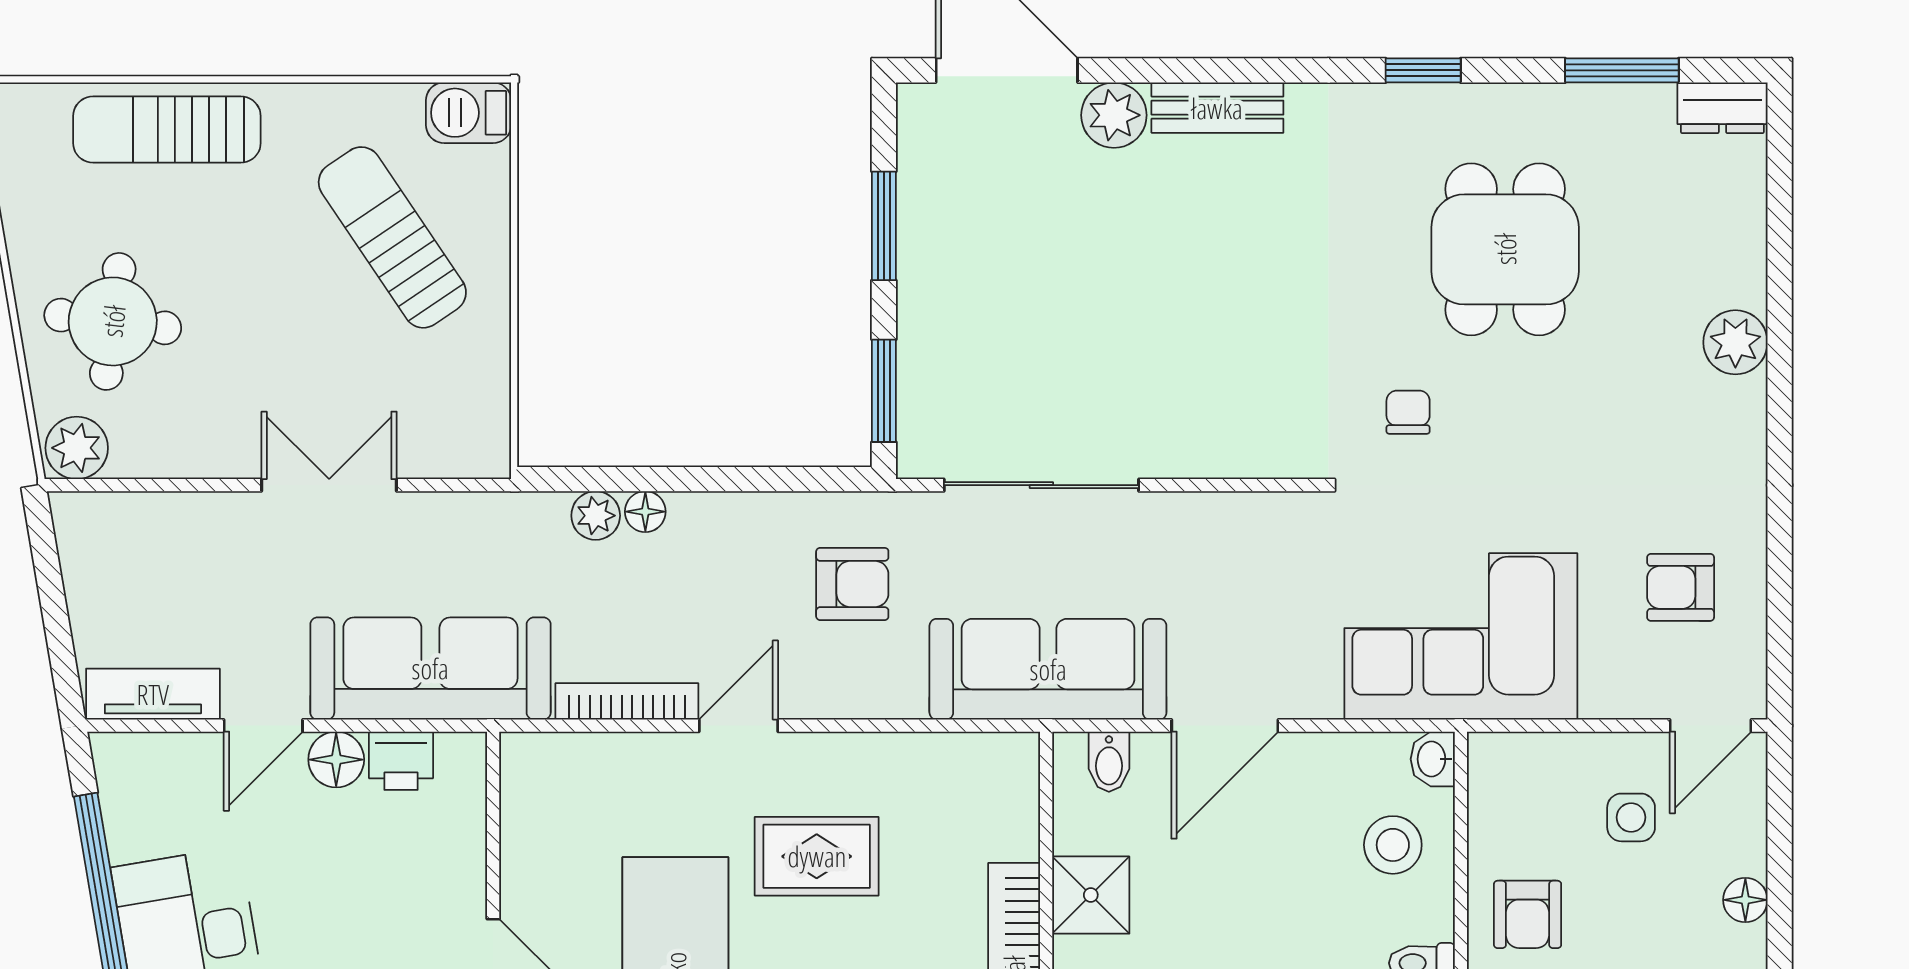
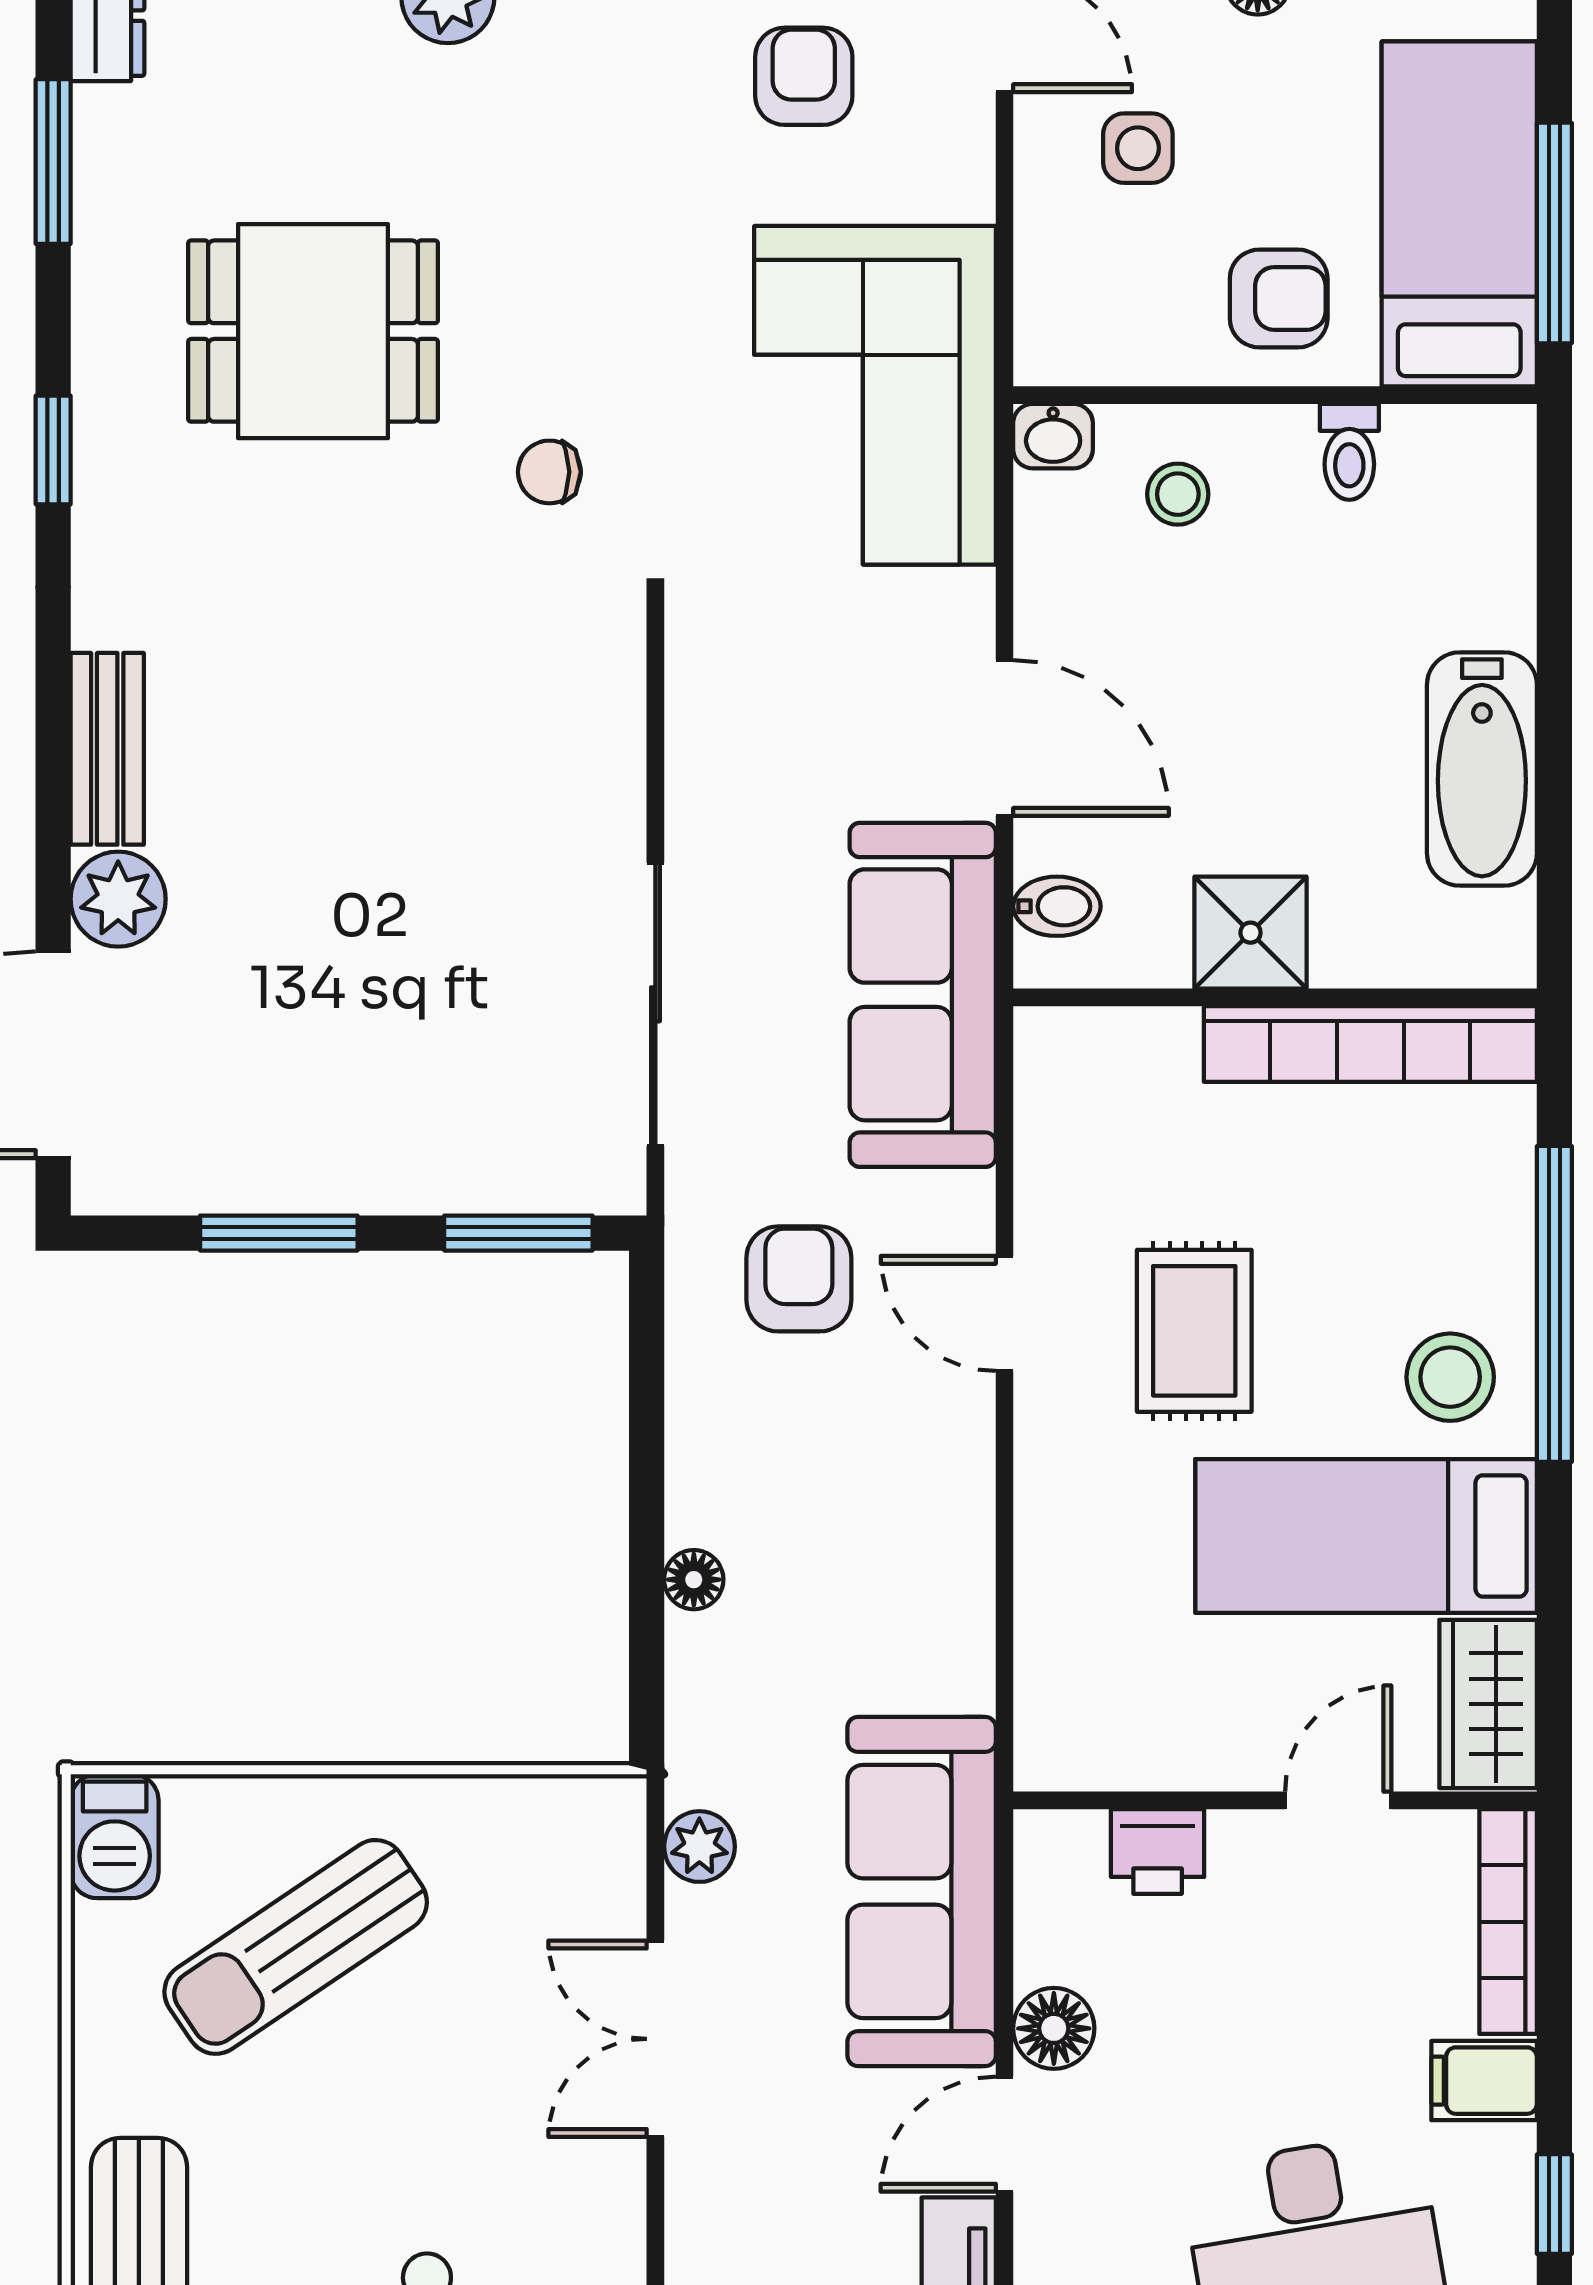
plant: (596, 516) -> (699, 1847), moved
armchair: (1681, 587) -> (804, 76), turned 180
bookcase: (627, 701) -> (969, 1606), removed
door: (263, 726) -> (1005, 2134), swing flipped
door: (739, 726) -> (1005, 1313), moved
printer: (401, 761) -> (1158, 1851), moved, turned 90
stool: (1393, 845) -> (1178, 494), width x0.73, depth x0.73

